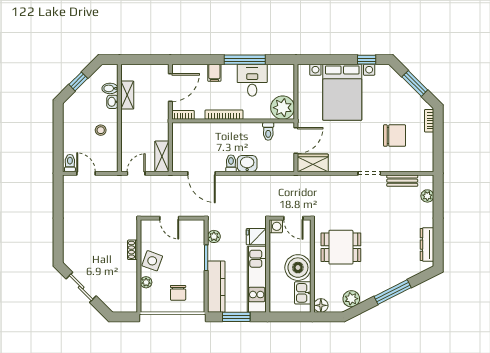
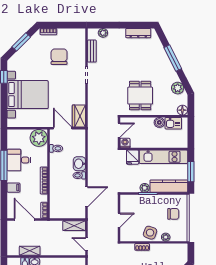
plant: (214, 236) -> (145, 188), moved
boiler: (298, 268) -> (159, 122), width x0.54, depth x0.54

